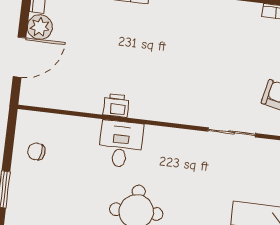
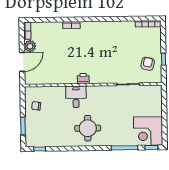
printer: (116, 105) -> (83, 79), moved

